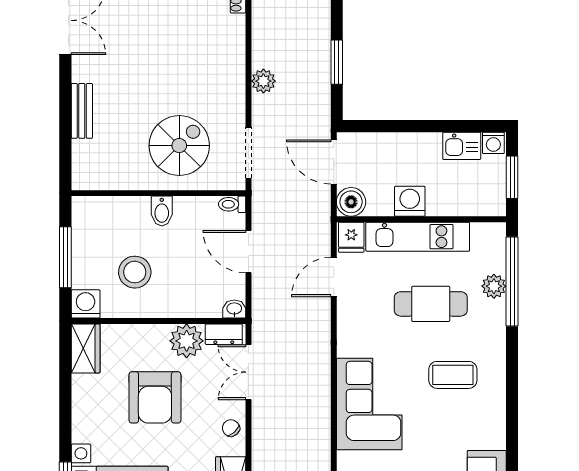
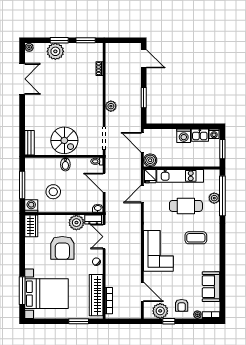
bench: (82, 111) -> (30, 143), moved
spiral stairs: (179, 146) -> (64, 140), moved, turned 90
washing machine: (410, 201) -> (184, 136), moved, turned 180

